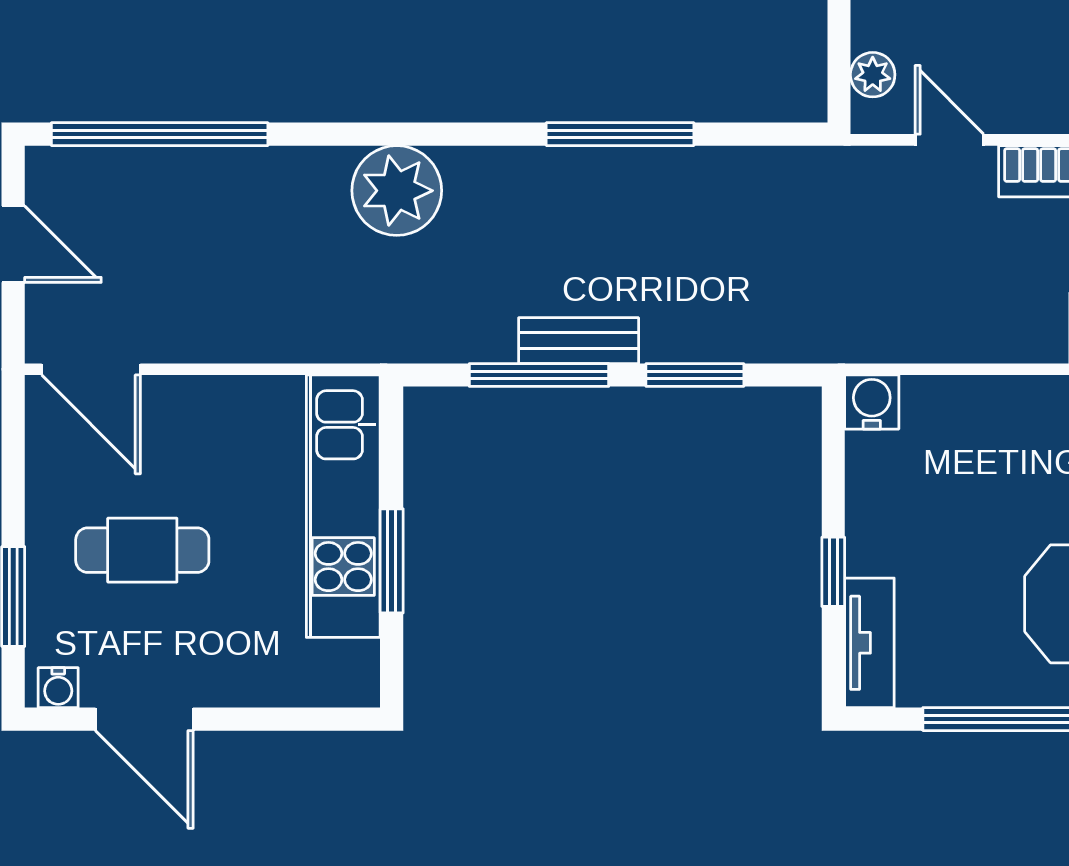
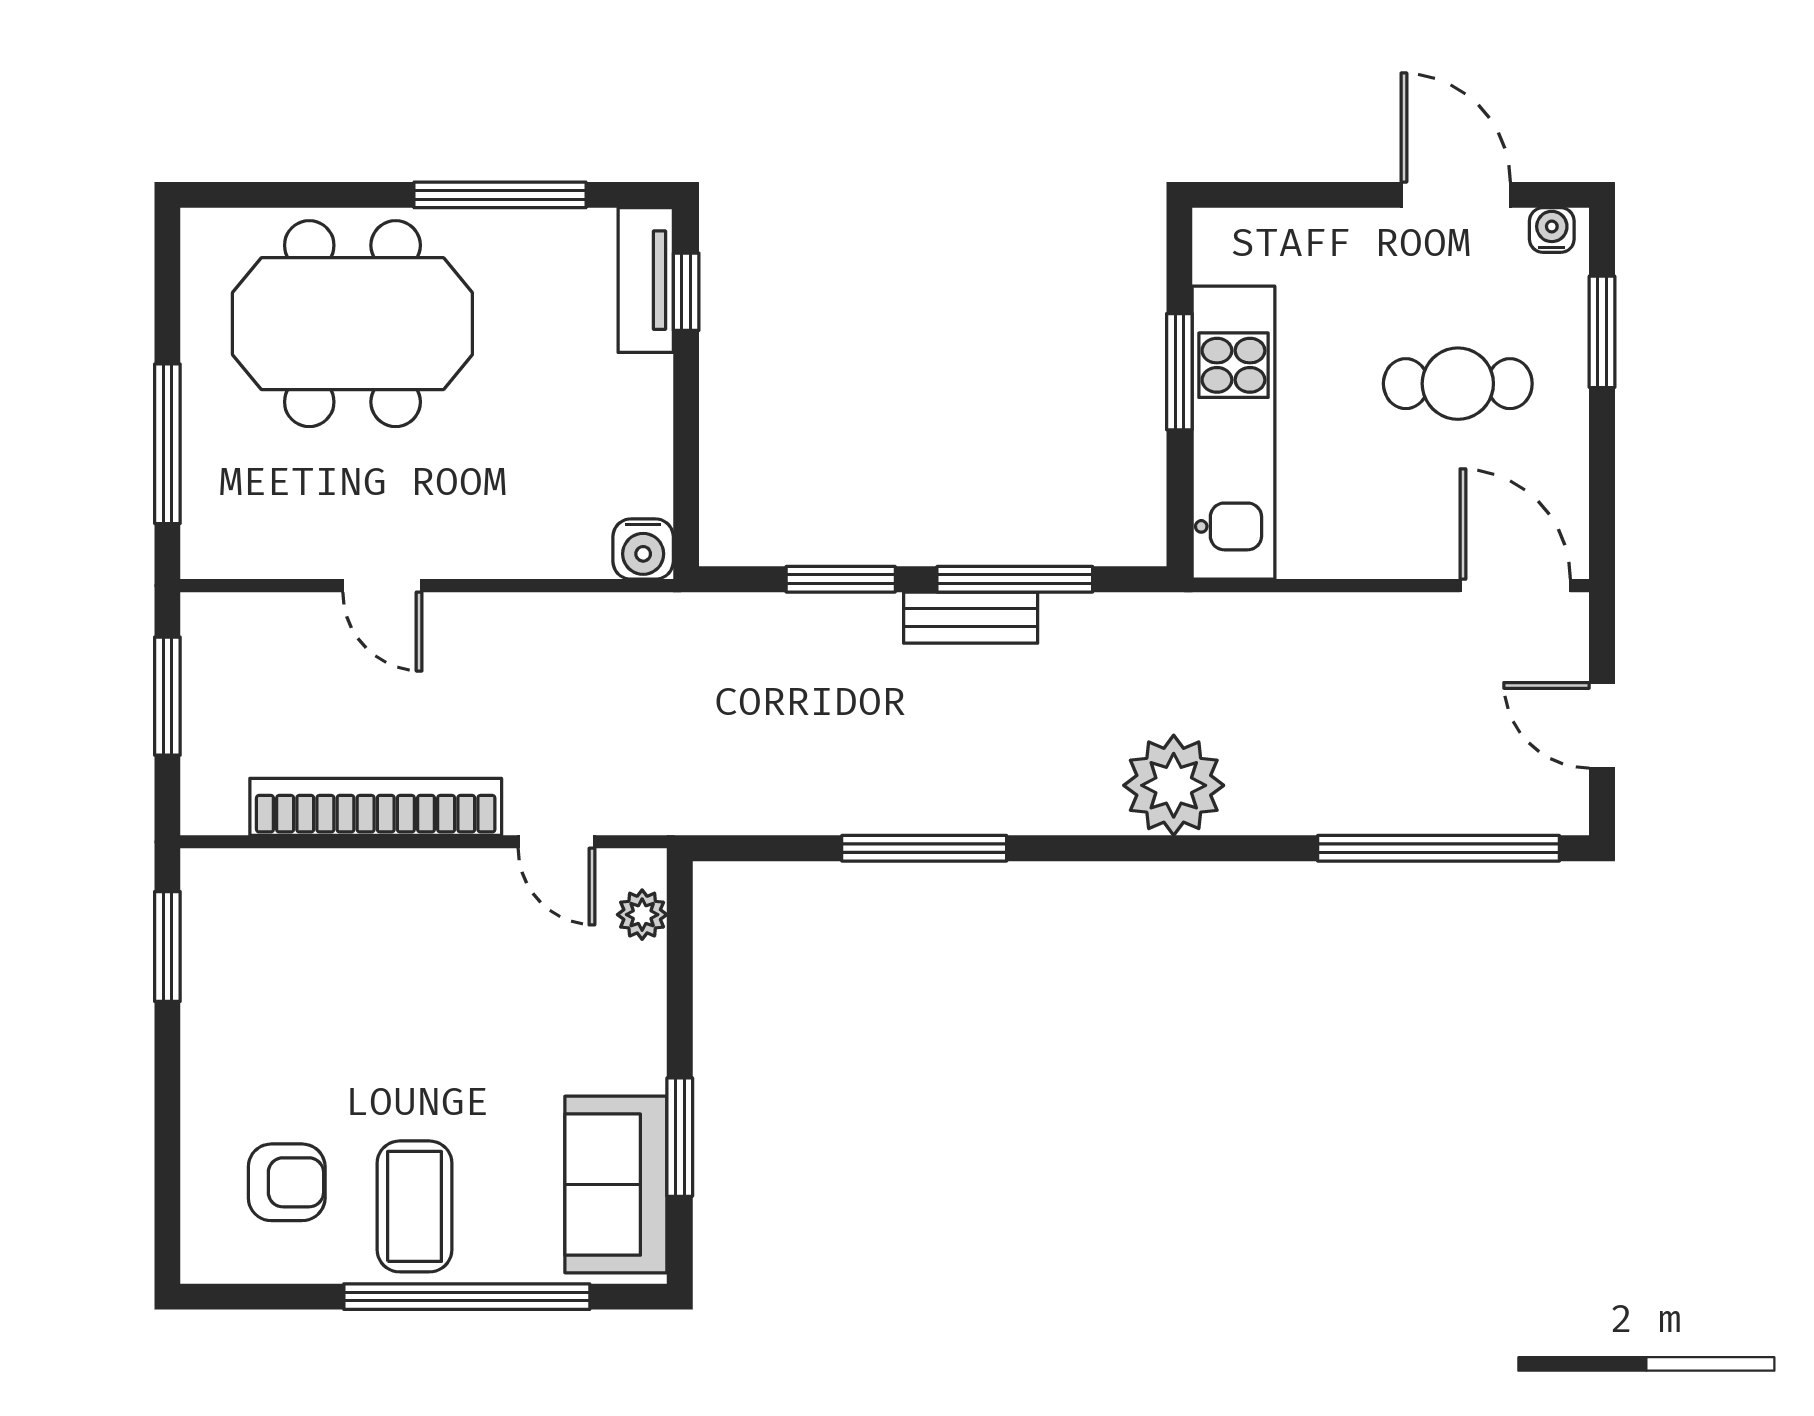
window: (833, 572) -> (686, 292), moved

